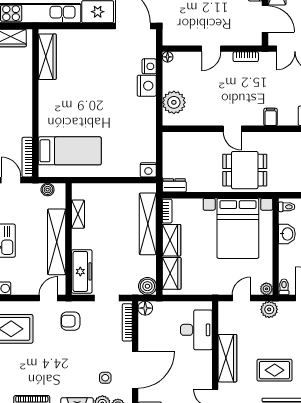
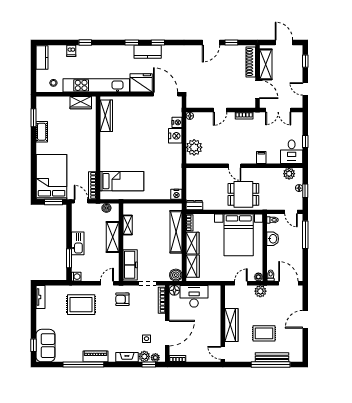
shelving: (57, 242) -> (113, 237), width x0.68
desk: (196, 330) -> (194, 296), moved, turned -90

